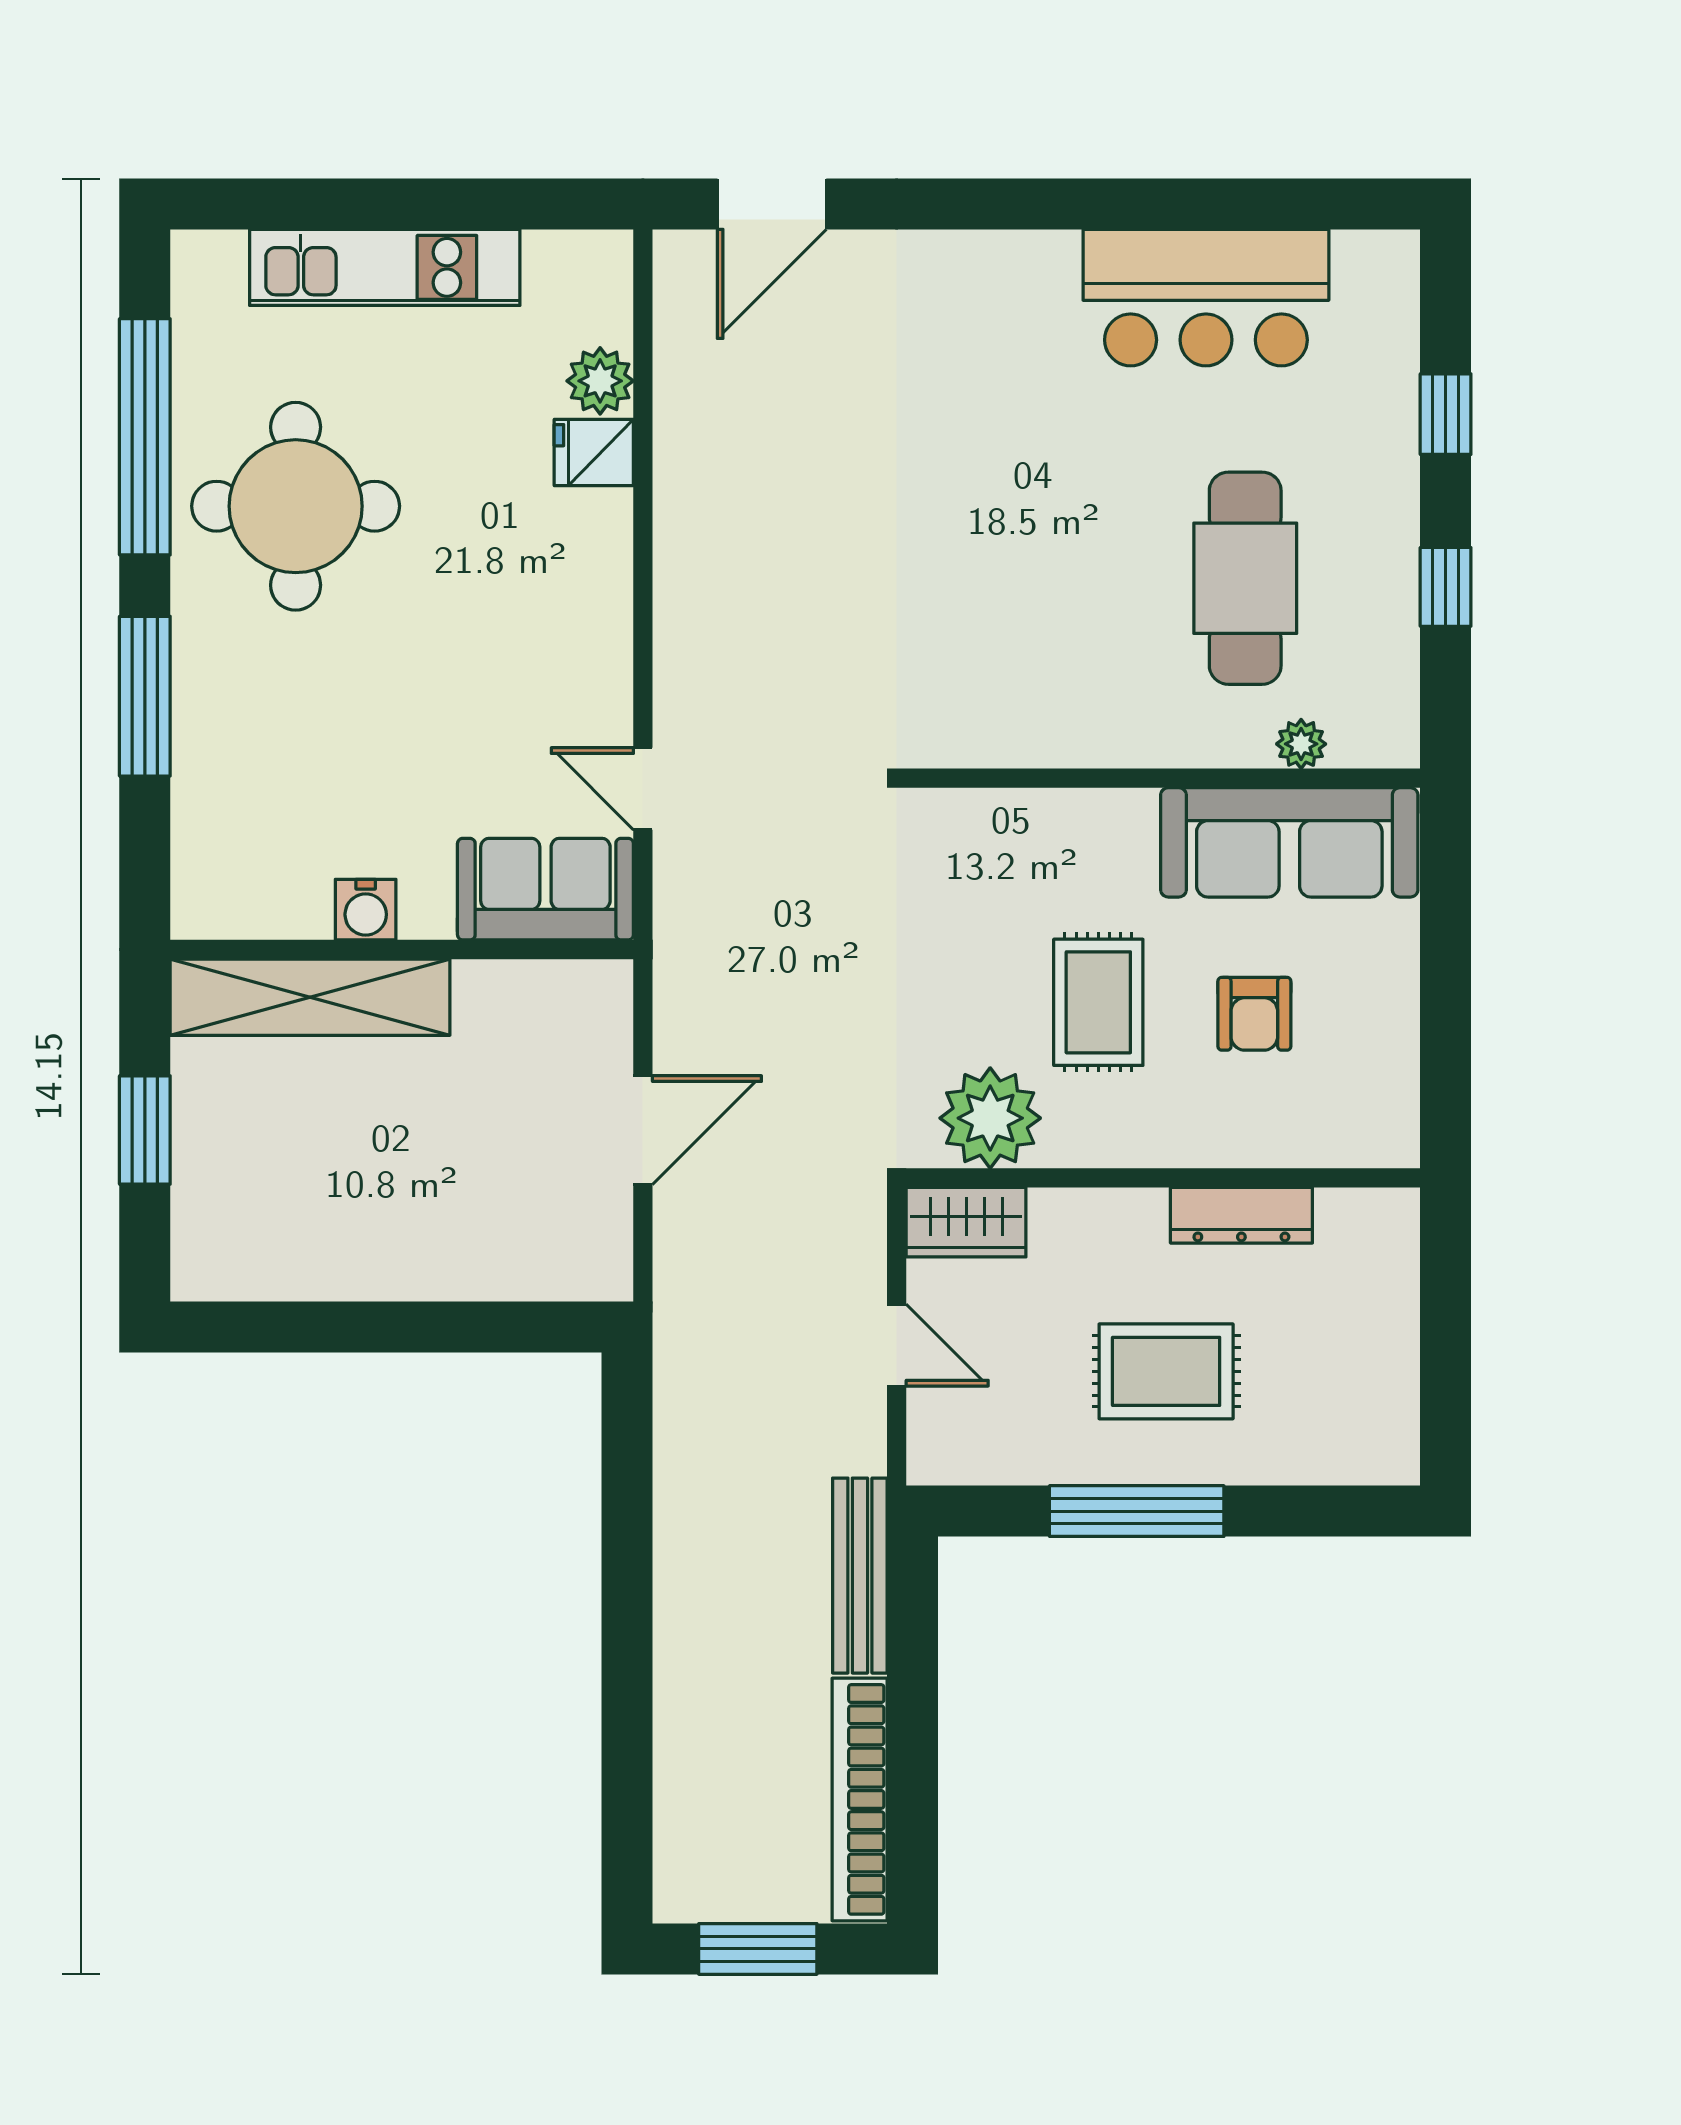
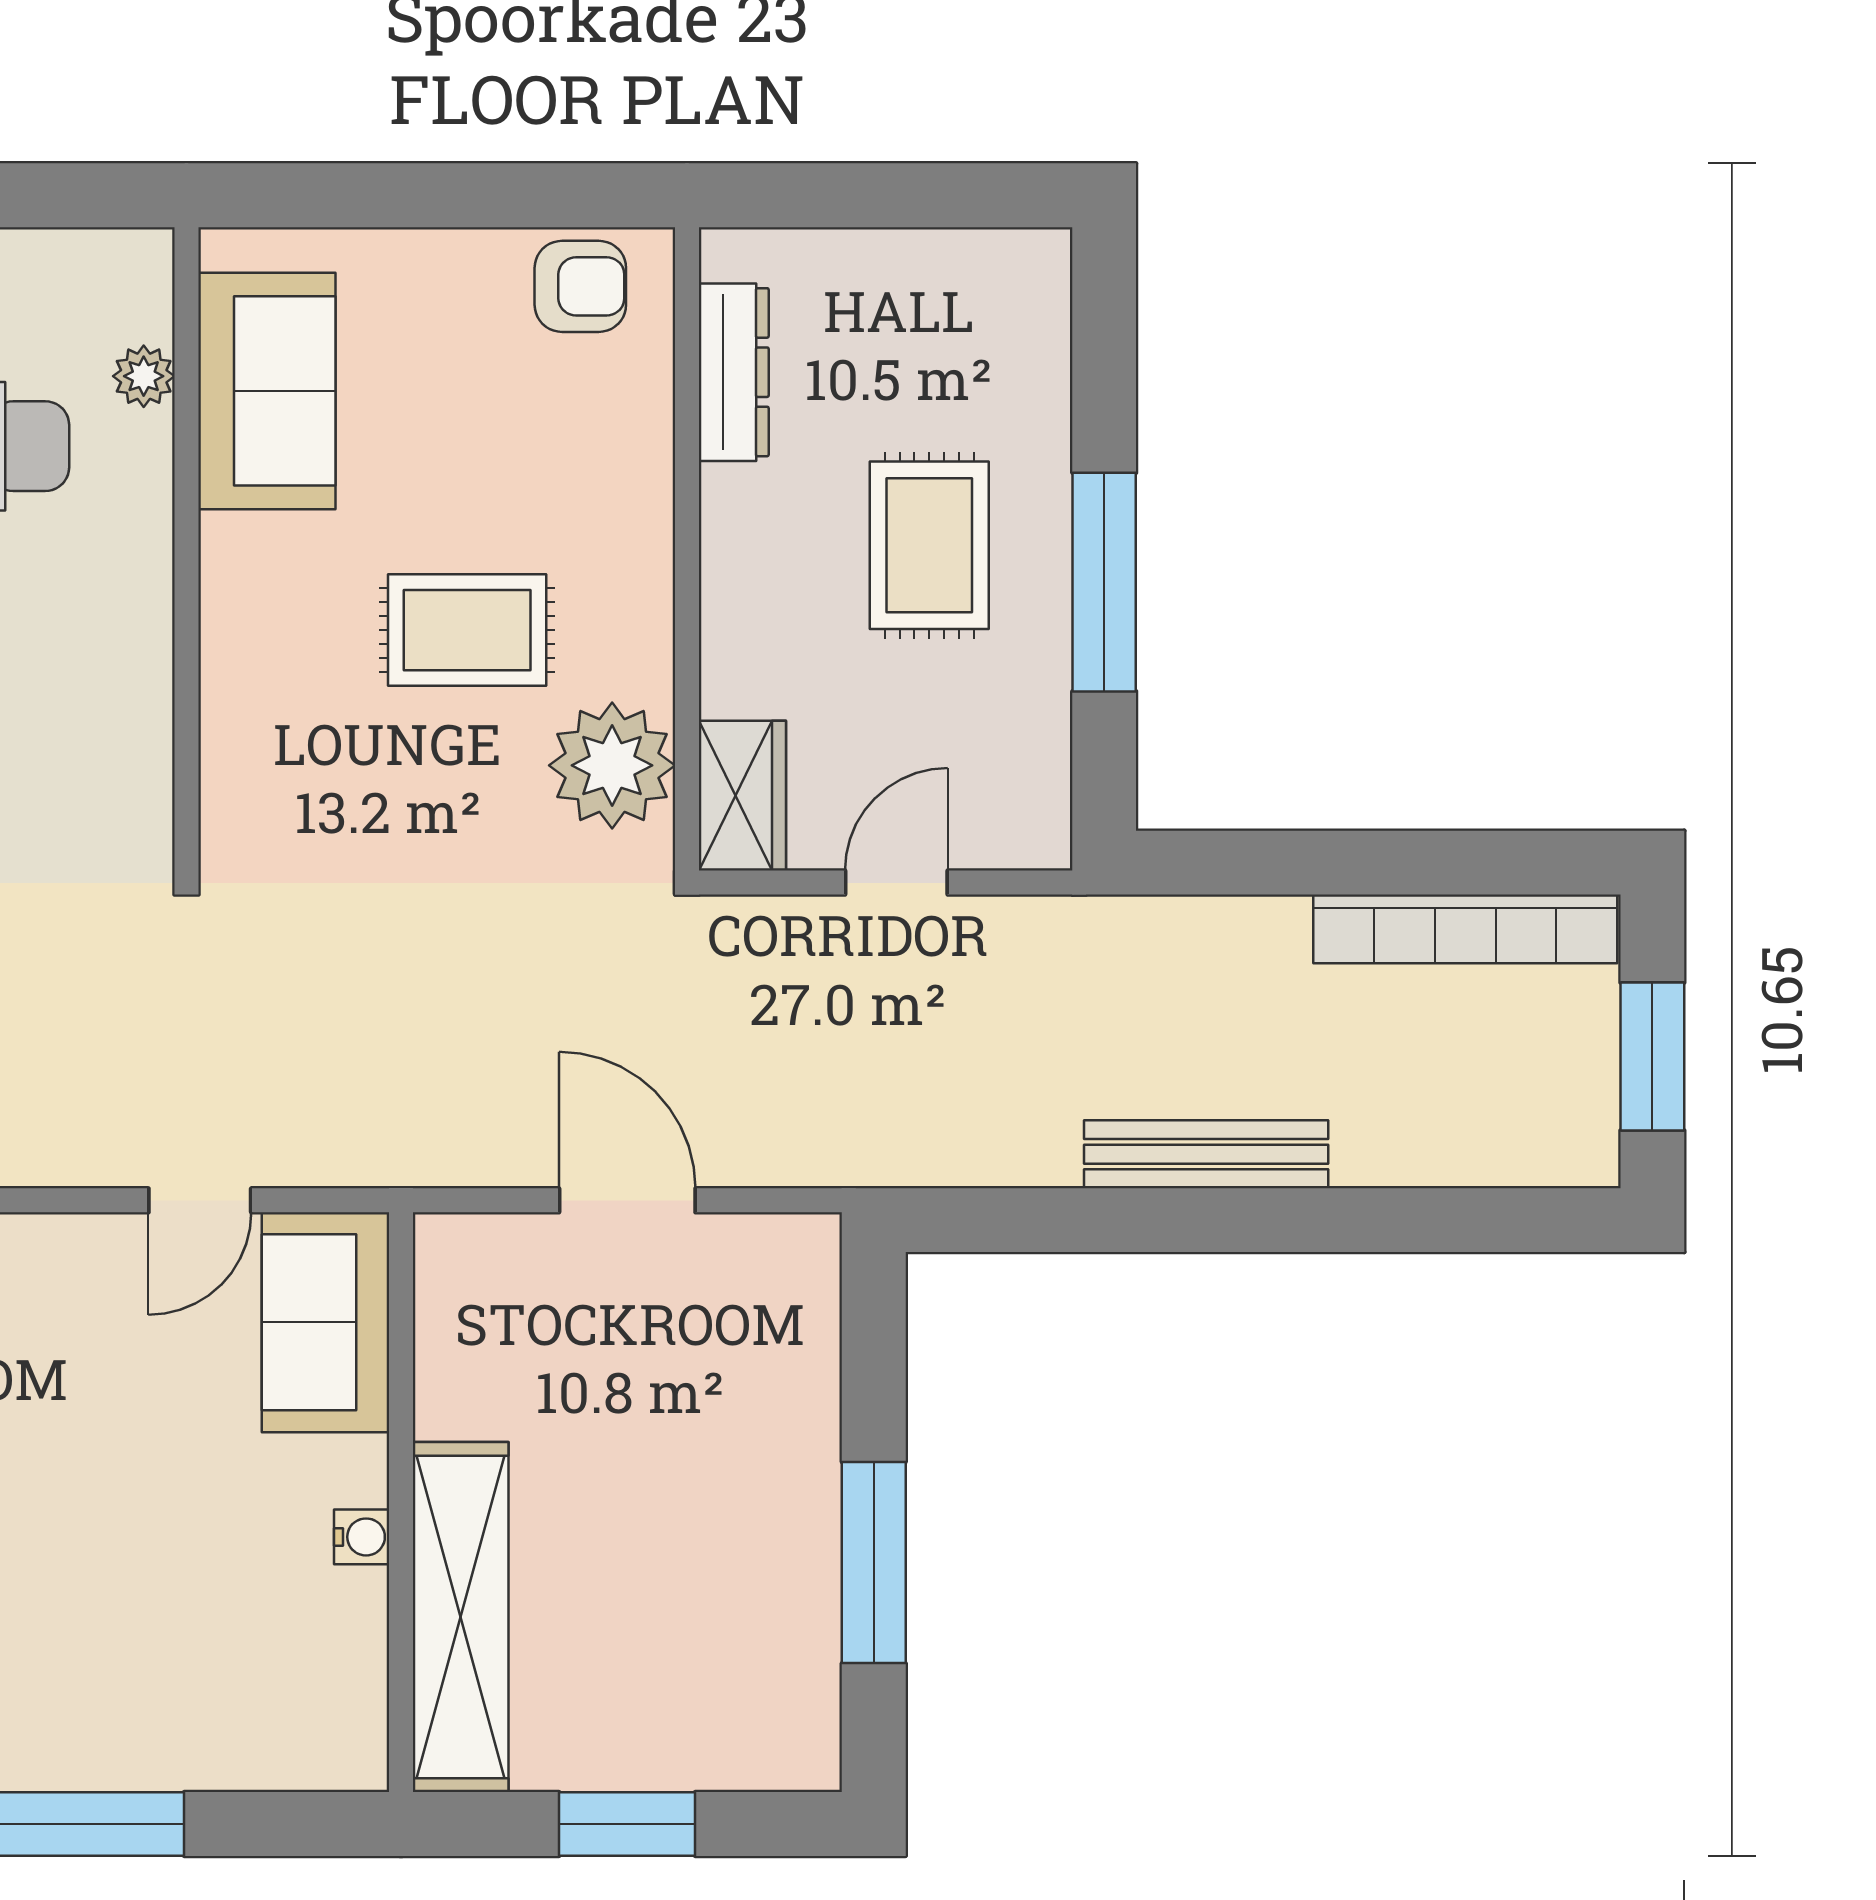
sofa: (1289, 842) -> (267, 391), width x0.73
water cooler: (366, 910) -> (362, 1537), width x0.72, depth x0.72
armchair: (1254, 1014) -> (580, 286), moved
dresser: (1241, 1215) -> (734, 372), moved
window: (354, 1327) -> (874, 1563), added
bench: (860, 1576) -> (1206, 1154), moved

